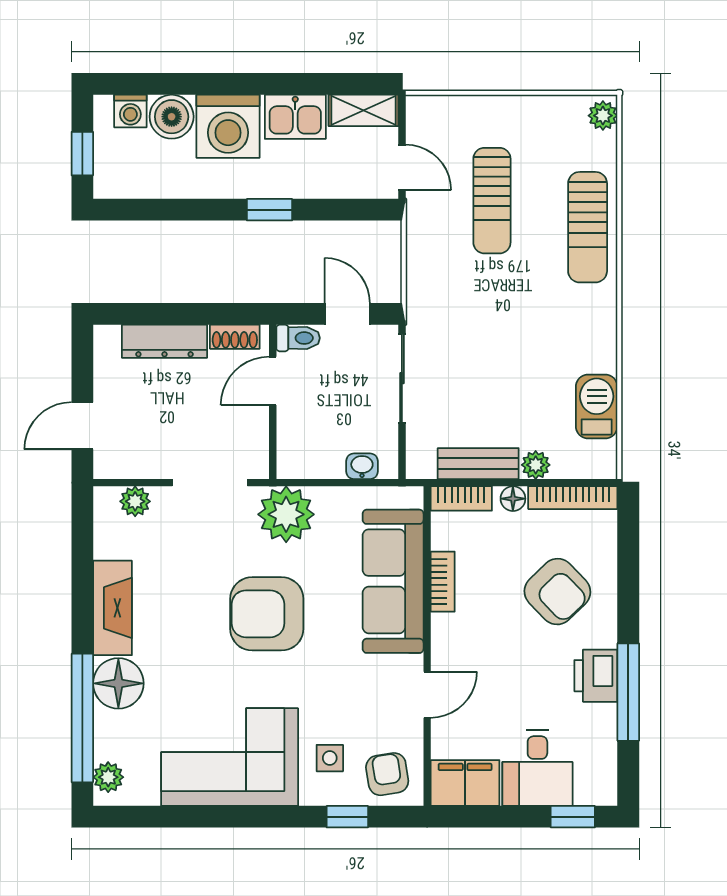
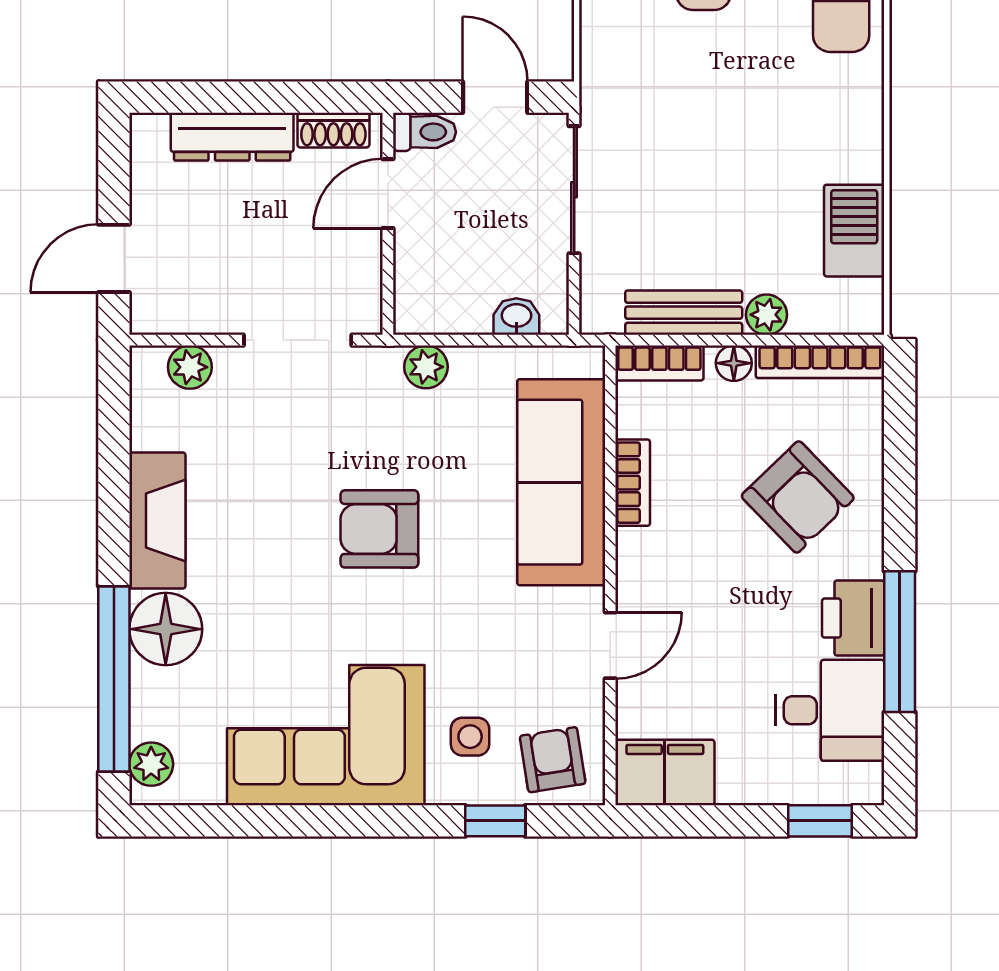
plant: (286, 514) -> (426, 367), width x0.53, depth x0.53
armchair: (267, 614) -> (379, 529), width x0.73, depth x0.73
desk: (537, 768) -> (830, 710), moved, turned -90

